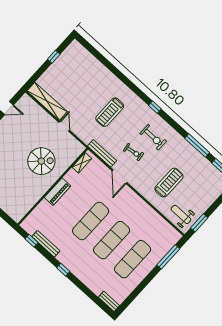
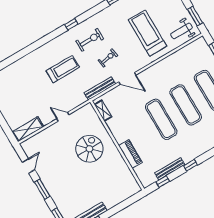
shelving: (47, 101) -> (28, 129), width x0.68
treadmill: (110, 112) -> (63, 69), turned -90
exercise bike: (153, 137) -> (90, 40), moved
treadmill: (169, 183) -> (148, 33), width x1.37, depth x1.37
piano: (58, 192) -> (130, 154), moved
window: (63, 270) -> (190, 165), moved

